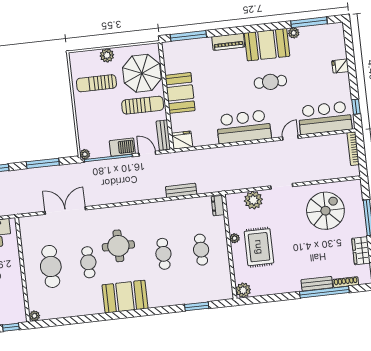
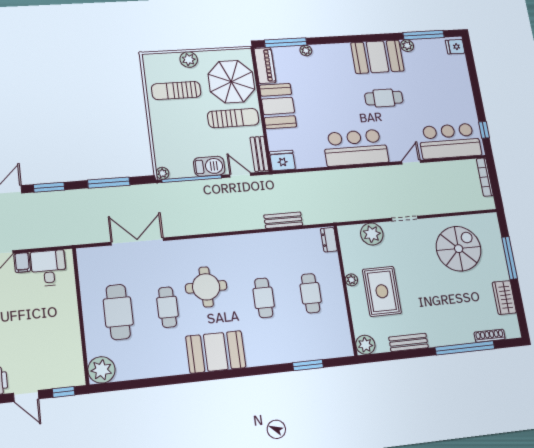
plant: (205, 42) -> (306, 50), added
piano: (228, 42) -> (265, 66), moved, turned -90
fridge: (340, 66) -> (455, 47), moved
bench: (317, 284) -> (409, 342), moved
plant: (34, 316) -> (101, 370), width x1.88, depth x1.88

